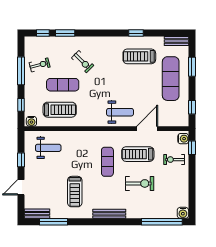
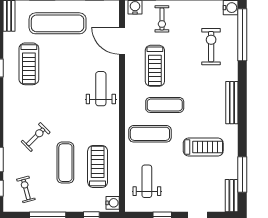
exercise bike: (40, 65) -> (26, 189), moved
door: (147, 129) -> (122, 41), moved
exercise mat: (85, 150) -> (150, 134), added
exercise bike: (140, 183) -> (211, 47), moved

